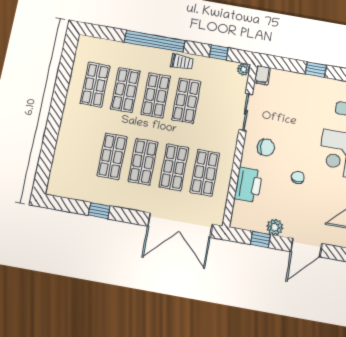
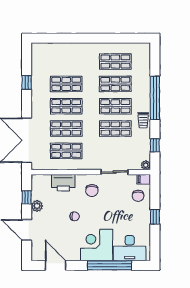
chair: (284, 87) -> (138, 196), added

